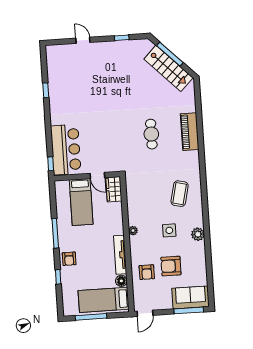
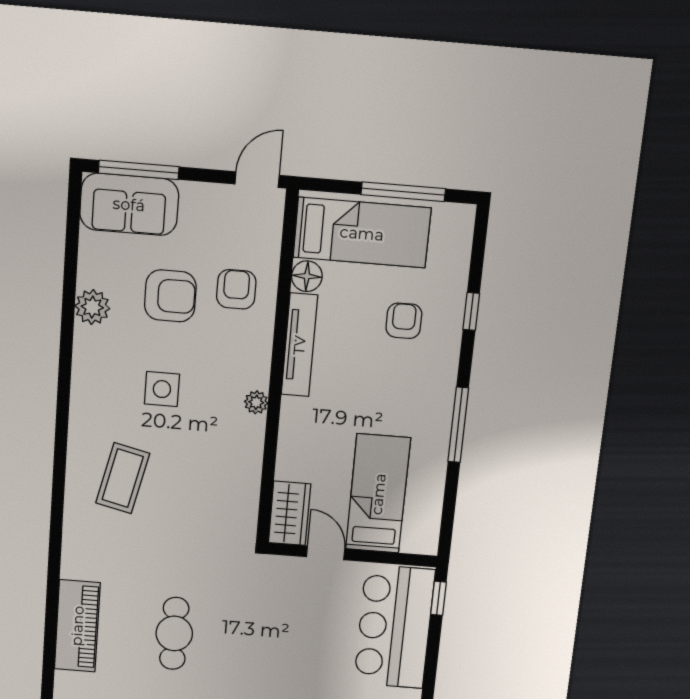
plant: (198, 234) -> (92, 307), moved
armchair: (69, 259) -> (404, 321), moved

